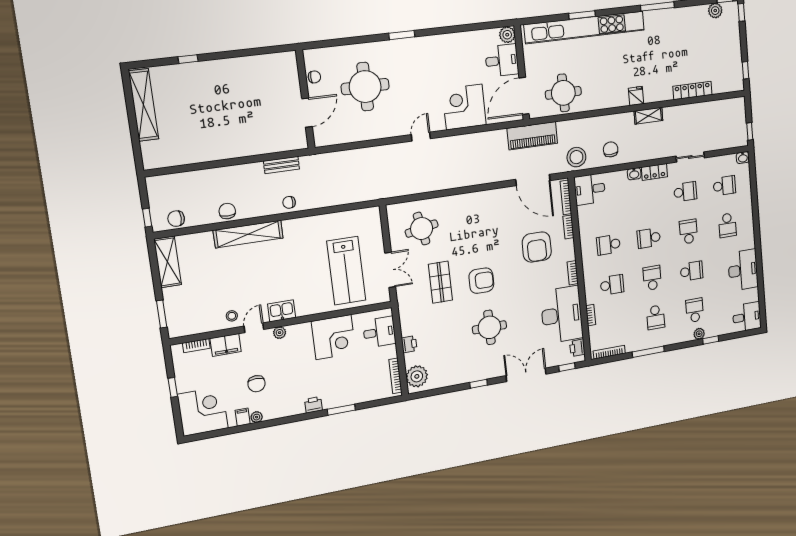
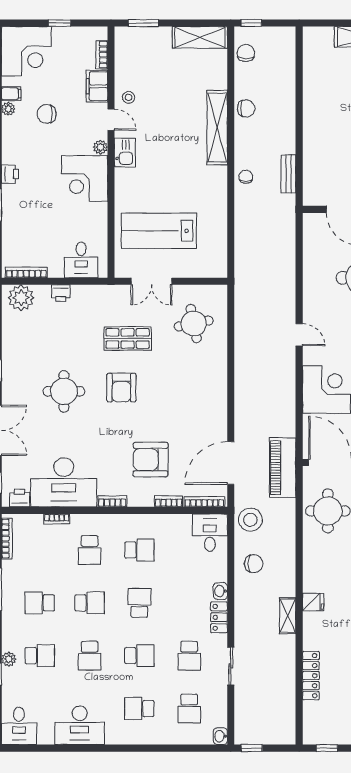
school desk: (608, 245) -> (139, 550), turned 90
corner desk: (334, 337) -> (85, 178), moved

